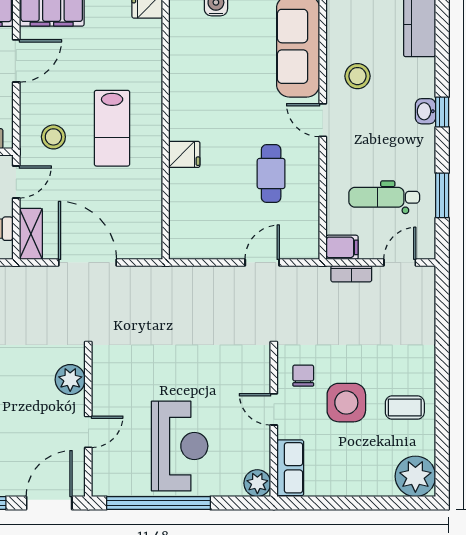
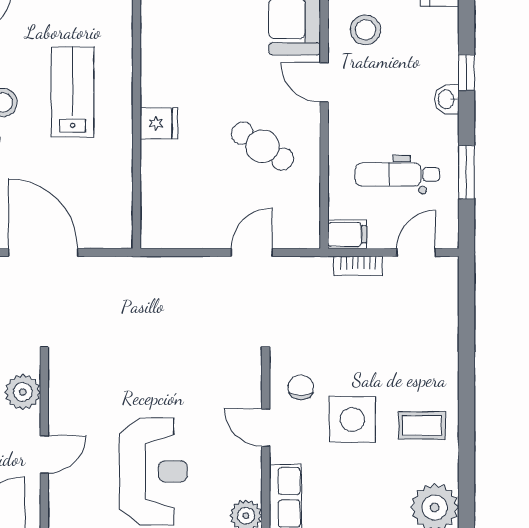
washbasin: (425, 111) -> (447, 99), moved
lab bench: (112, 128) -> (73, 92), turned 180
cafe table: (271, 174) -> (262, 146), turned -57

